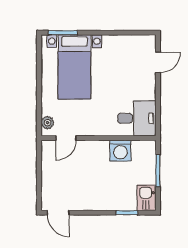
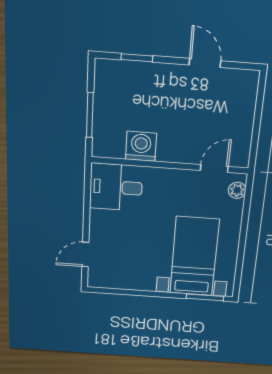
kitchen sink: (147, 198) -> (107, 78), removed
door: (58, 213) -> (205, 63), moved

